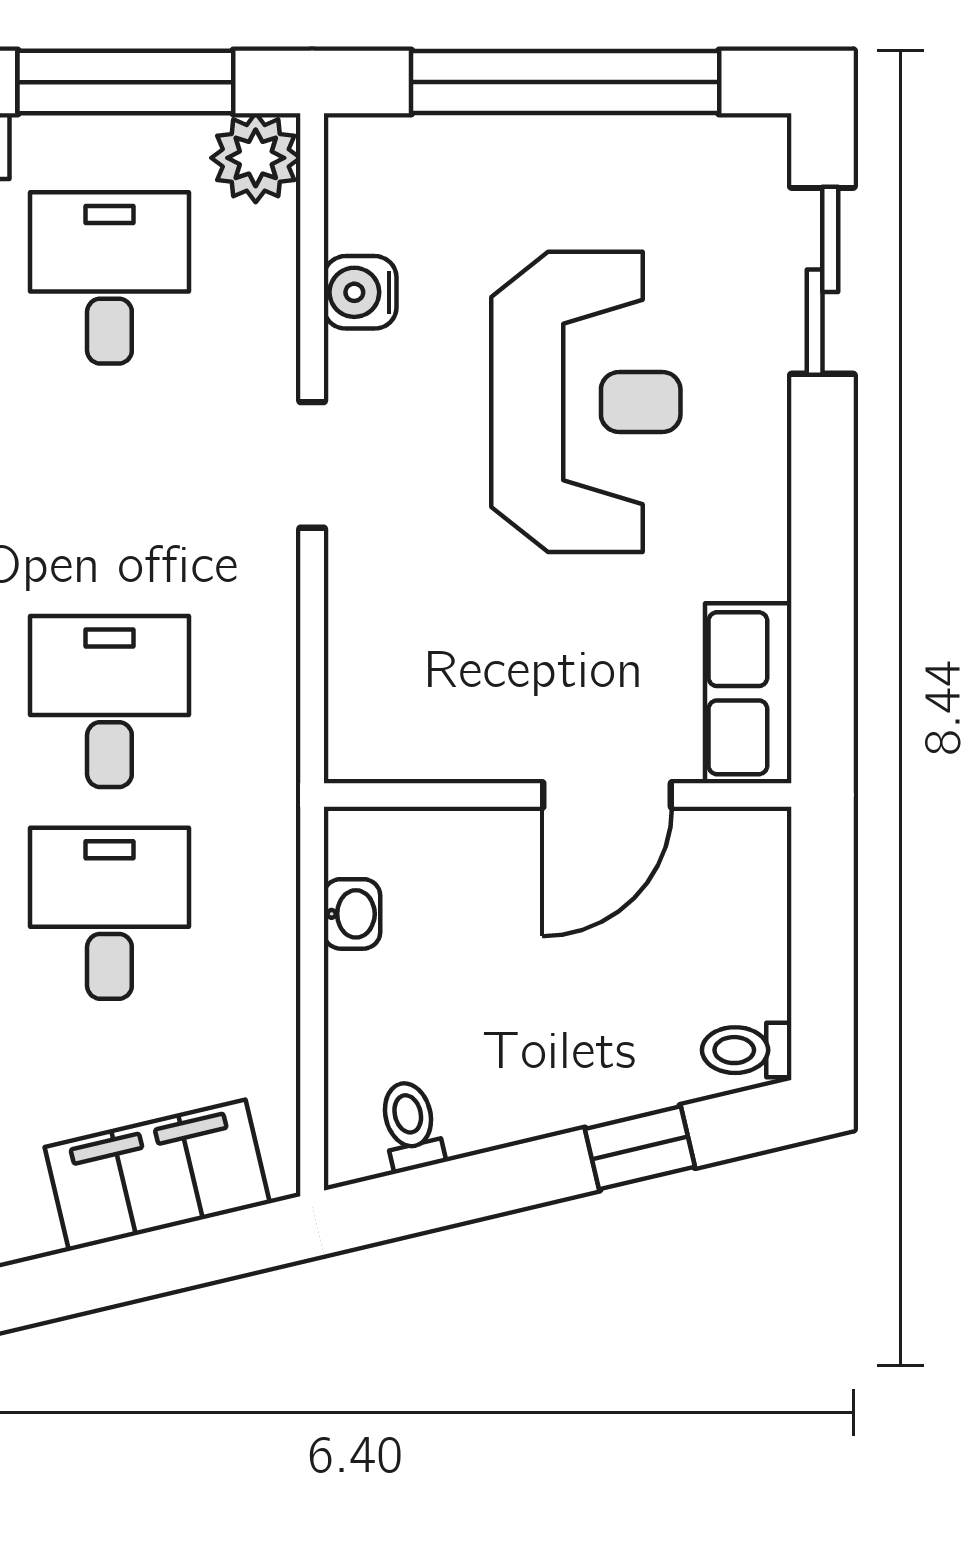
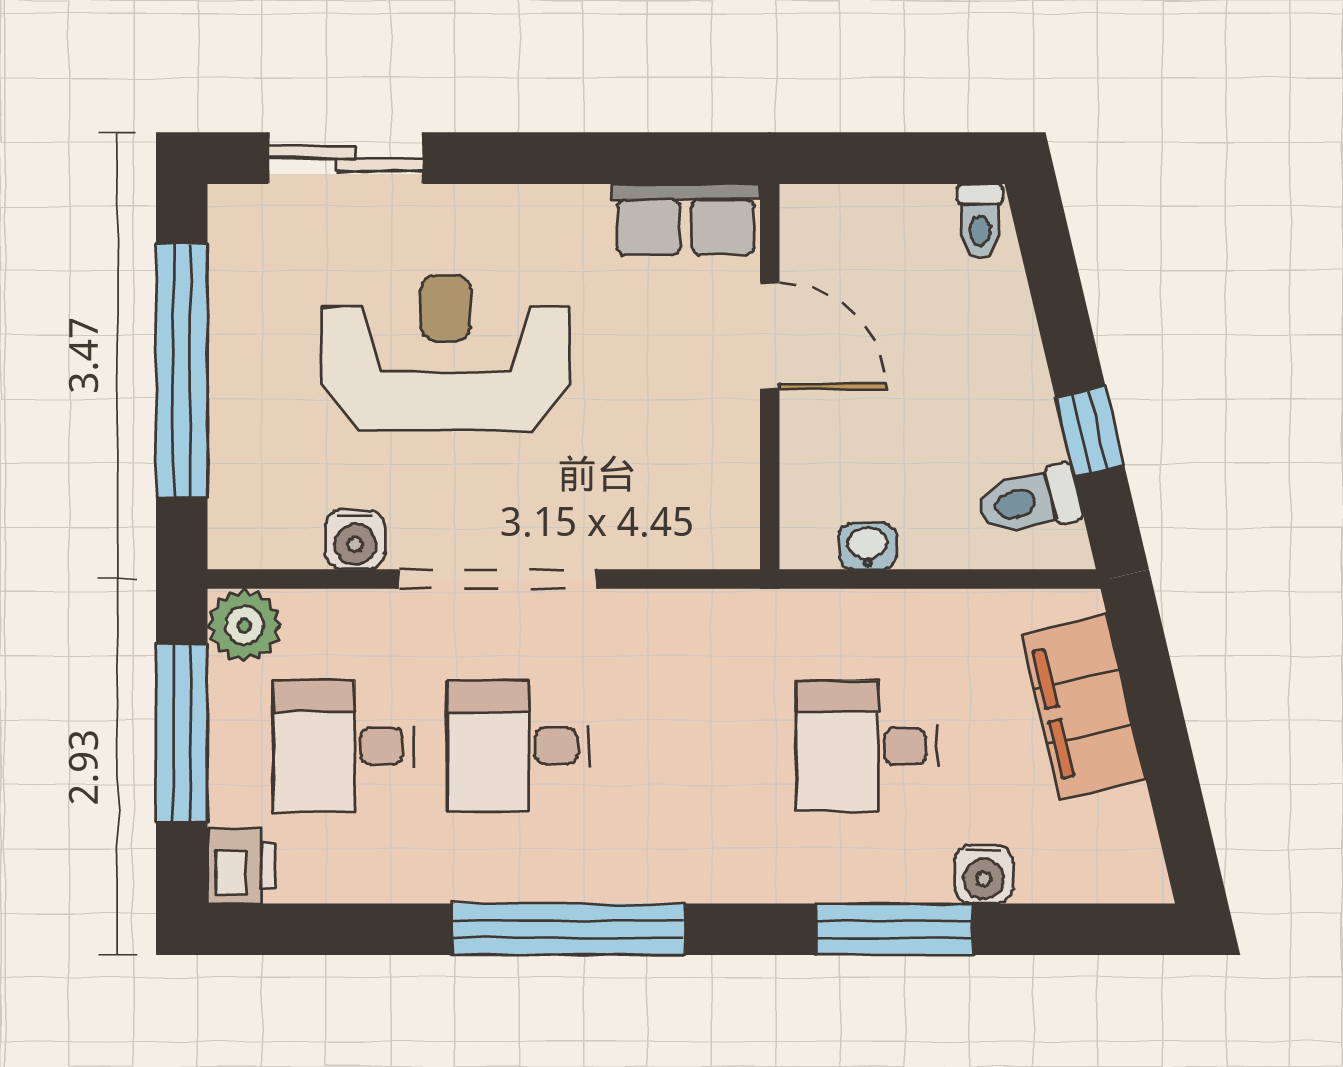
doorway: (312, 465) -> (497, 579), width x1.87
desk: (109, 701) -> (518, 746), moved
toilet: (411, 1126) -> (1029, 501), width x1.37, depth x1.39
window: (640, 1148) -> (1090, 432), moved

